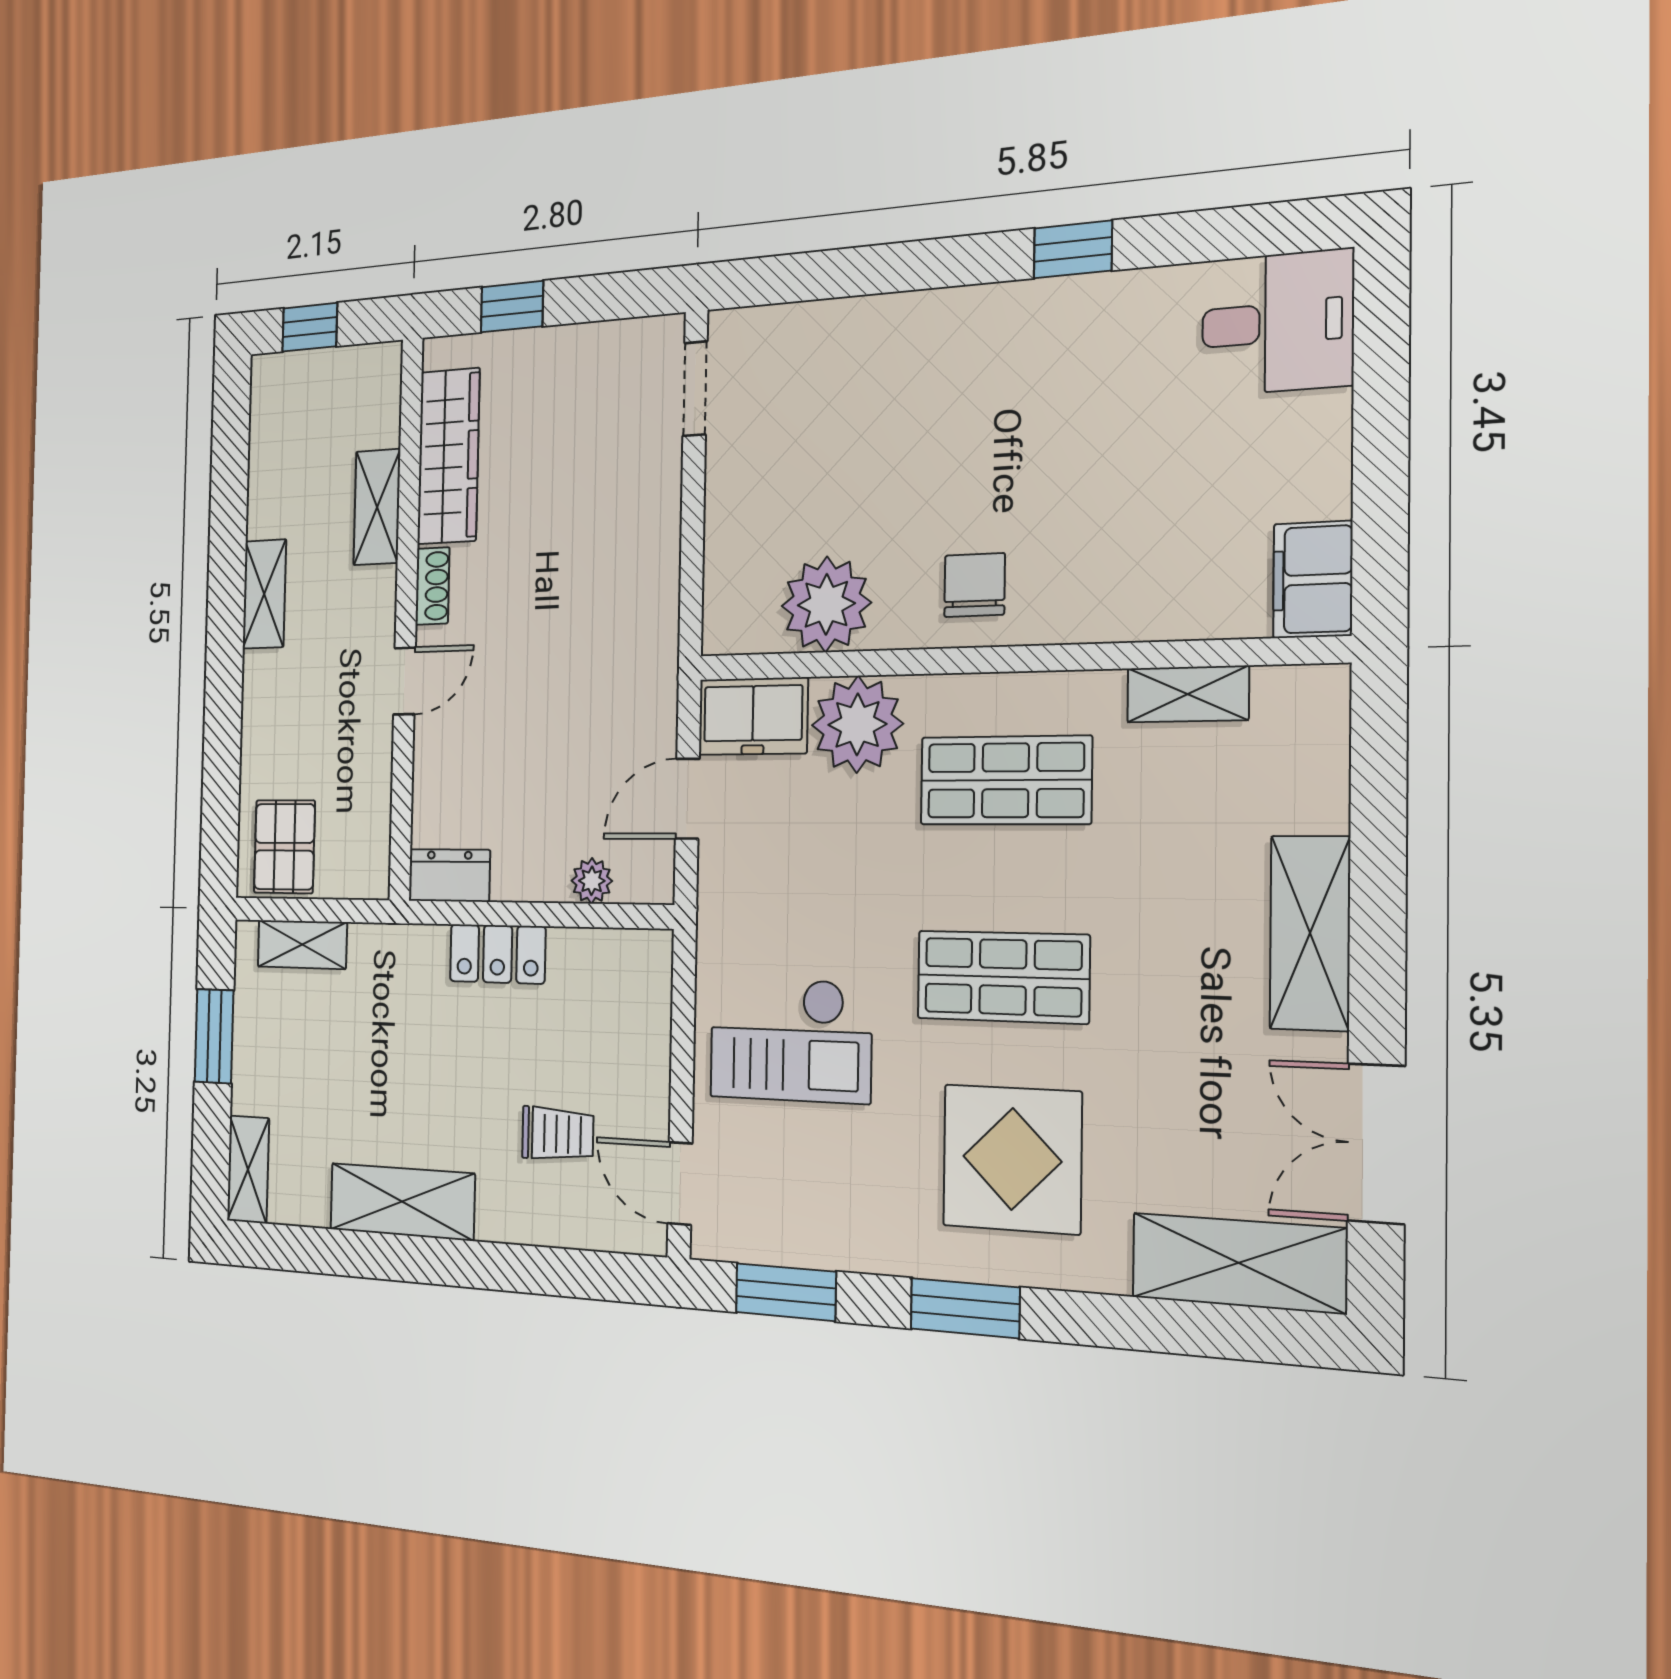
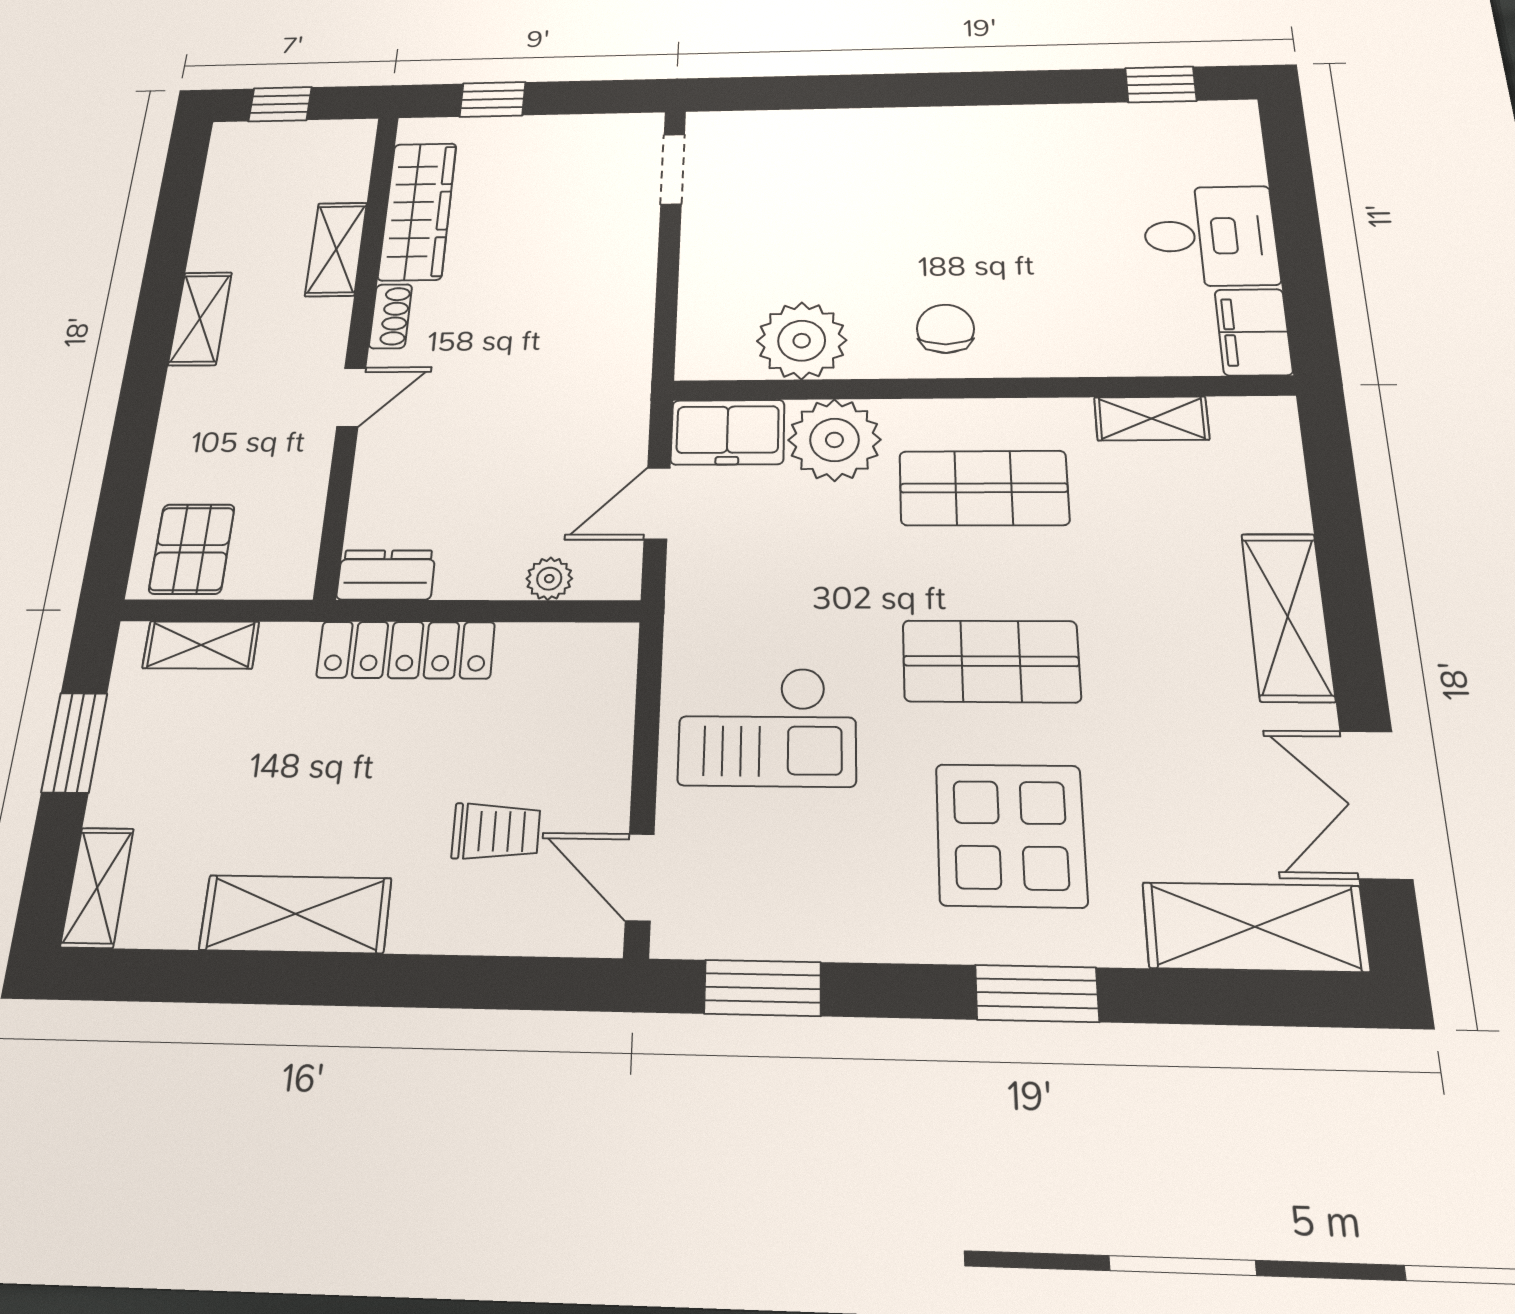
window: (1073, 249) -> (1161, 84), moved
desk: (1277, 323) -> (1210, 236), moved
locker: (498, 954) -> (406, 650), width x1.53
window: (965, 1308) -> (1037, 993), moved

